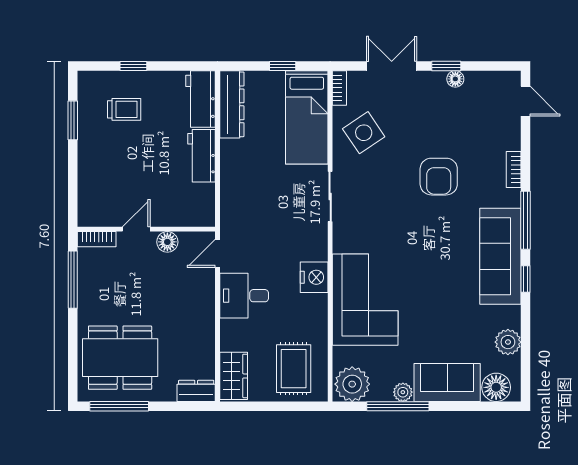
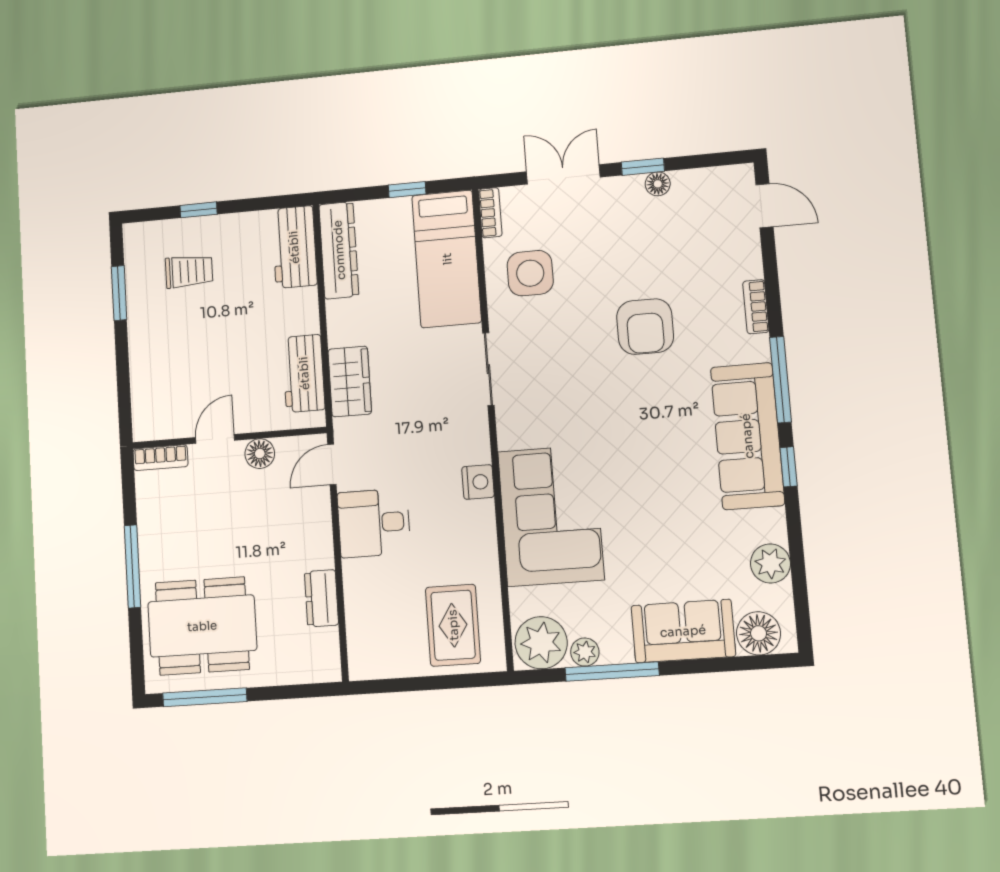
side table: (364, 133) -> (530, 273), turned 34
workbench: (202, 156) -> (304, 373), moved
nightstand: (314, 277) -> (478, 482), width x0.74, depth x0.75
window: (73, 280) -> (132, 566), moved
wardrobe: (234, 376) -> (350, 381), moved
dresser: (196, 391) -> (322, 598), moved, turned -90
plant: (403, 392) -> (585, 652), moved

